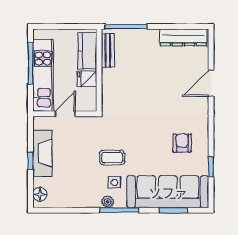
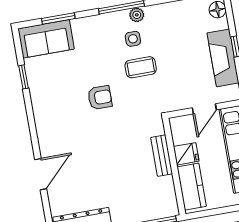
bench: (108, 50) -> (162, 156), moved
armchair: (182, 143) -> (100, 98), moved, turned -90
sofa: (168, 192) -> (46, 39), width x0.54, depth x0.79

